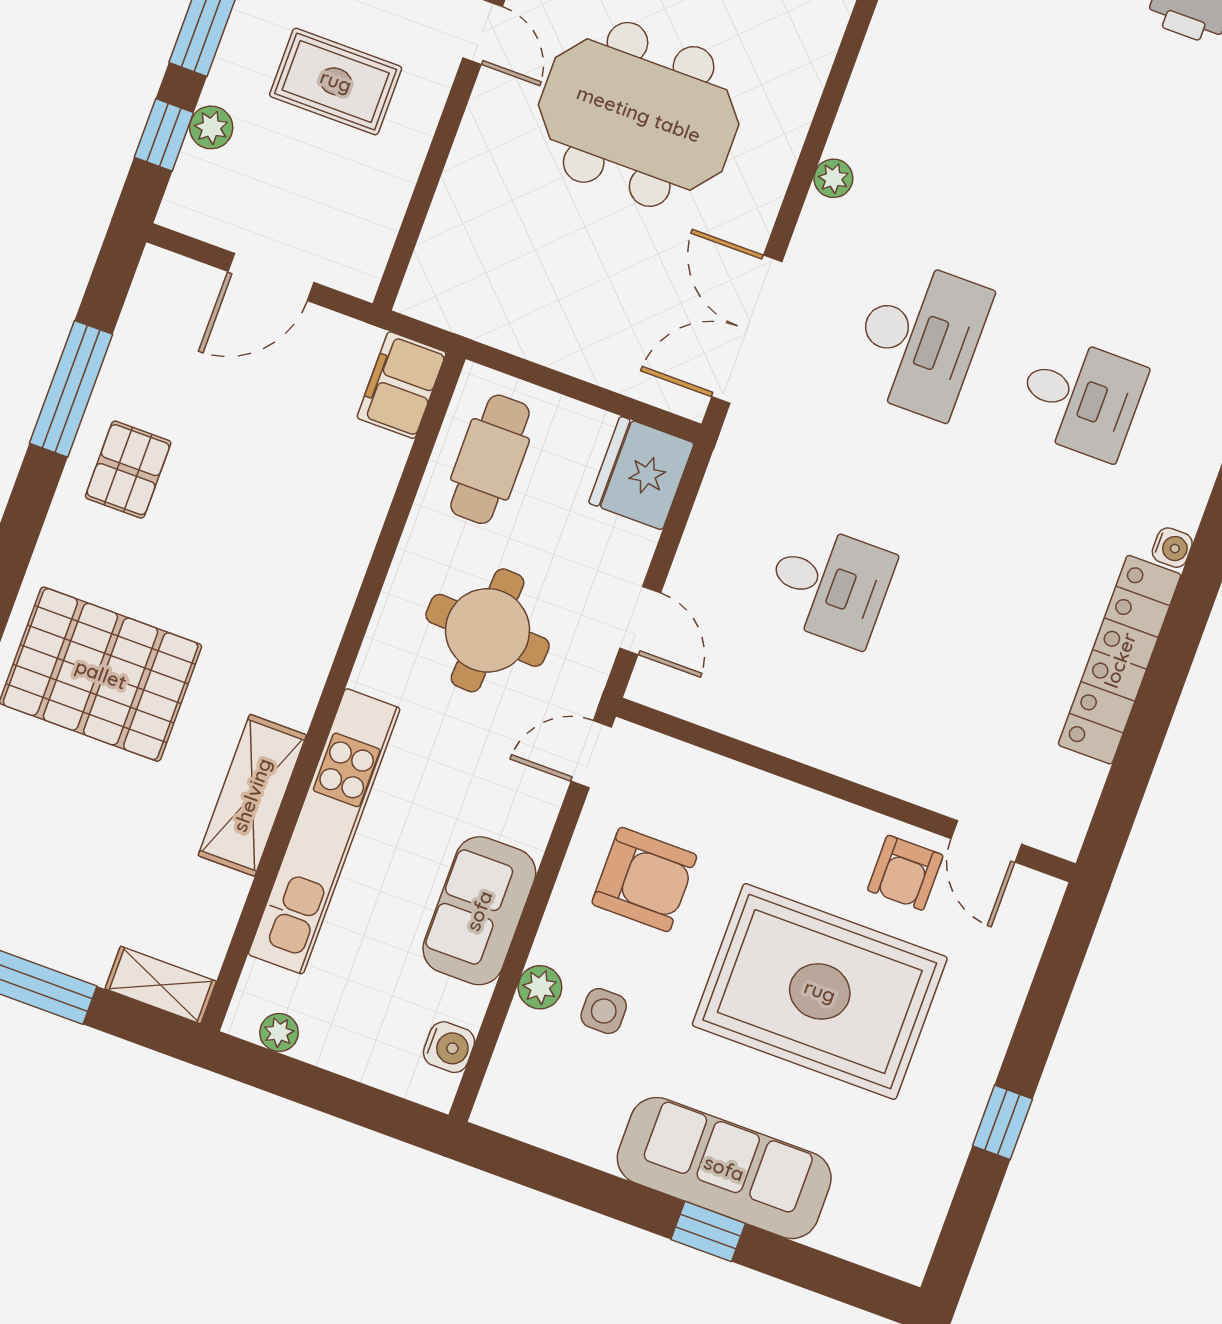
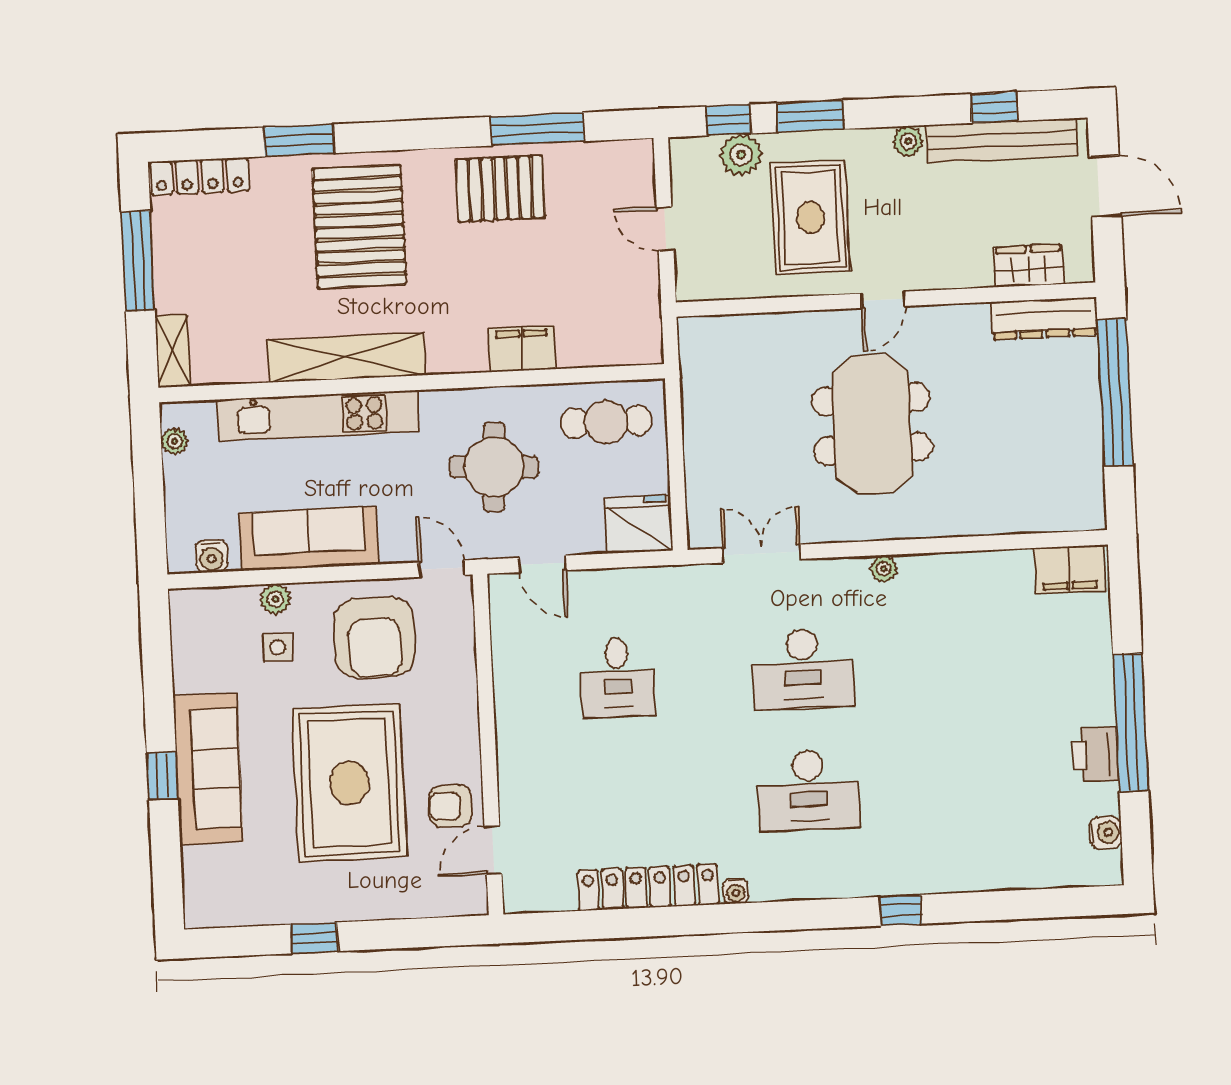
rug: (336, 81) -> (810, 217), width x1.36, depth x1.43
plant: (211, 127) -> (741, 155), width x1.38, depth x1.38
door: (271, 277) -> (665, 229), width x0.73
double door: (747, 329) -> (761, 554), width x0.73
filing cabinet: (402, 385) -> (522, 349), moved
desk: (1081, 398) -> (808, 790), width x1.37
pallet: (128, 470) -> (500, 188), width x1.50, depth x1.42
door: (640, 620) -> (542, 564), hinge flipped
shelving: (252, 795) -> (347, 358), width x1.47
armchair: (644, 880) -> (374, 638), width x1.36, depth x1.36
sofa: (479, 911) -> (309, 539), width x1.36

